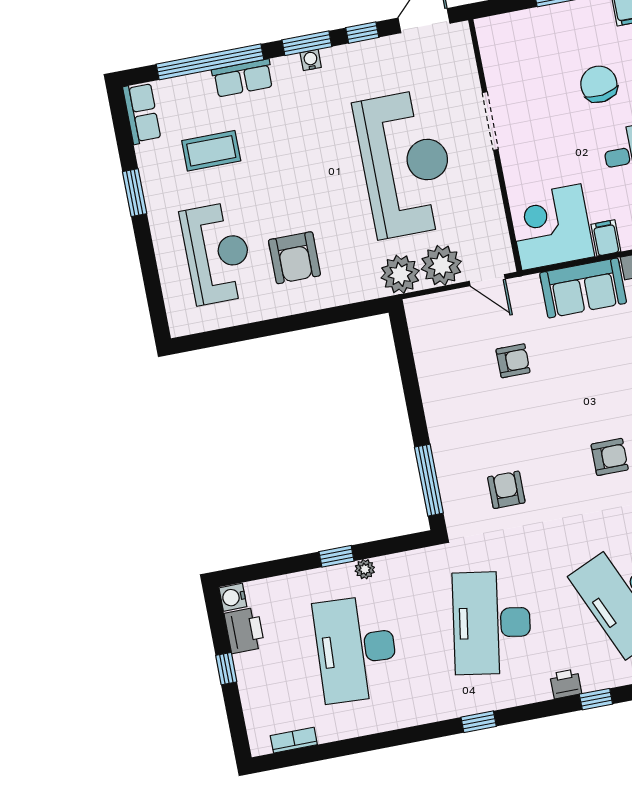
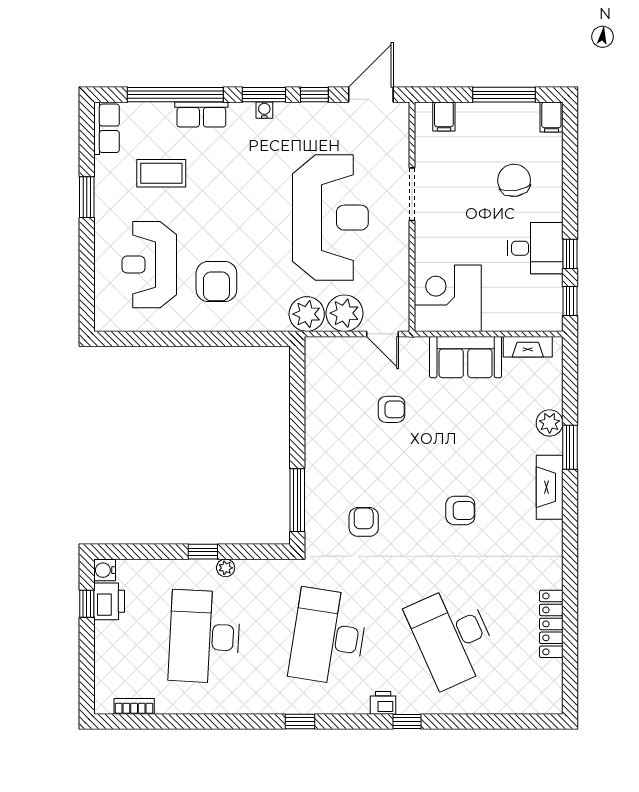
filing cabinet: (606, 238) -> (444, 116), moved, turned 180
reception desk: (217, 253) -> (149, 265), turned 180
window: (226, 669) -> (87, 604), moved

